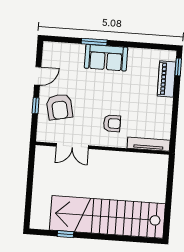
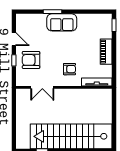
door: (38, 76) -> (14, 39), hinge flipped
piano: (167, 79) -> (106, 52), moved
armchair: (59, 107) -> (31, 60), turned 102

